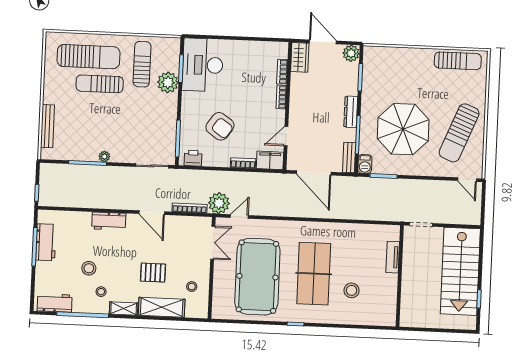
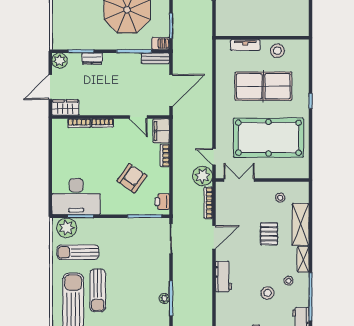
plant: (168, 82) -> (67, 228), moved
dresser: (351, 112) -> (92, 59), moved, width x0.70
plant: (104, 157) -> (164, 299), moved
tv unit: (393, 257) -> (245, 45), moved
wall: (400, 276) -> (262, 38), moved

